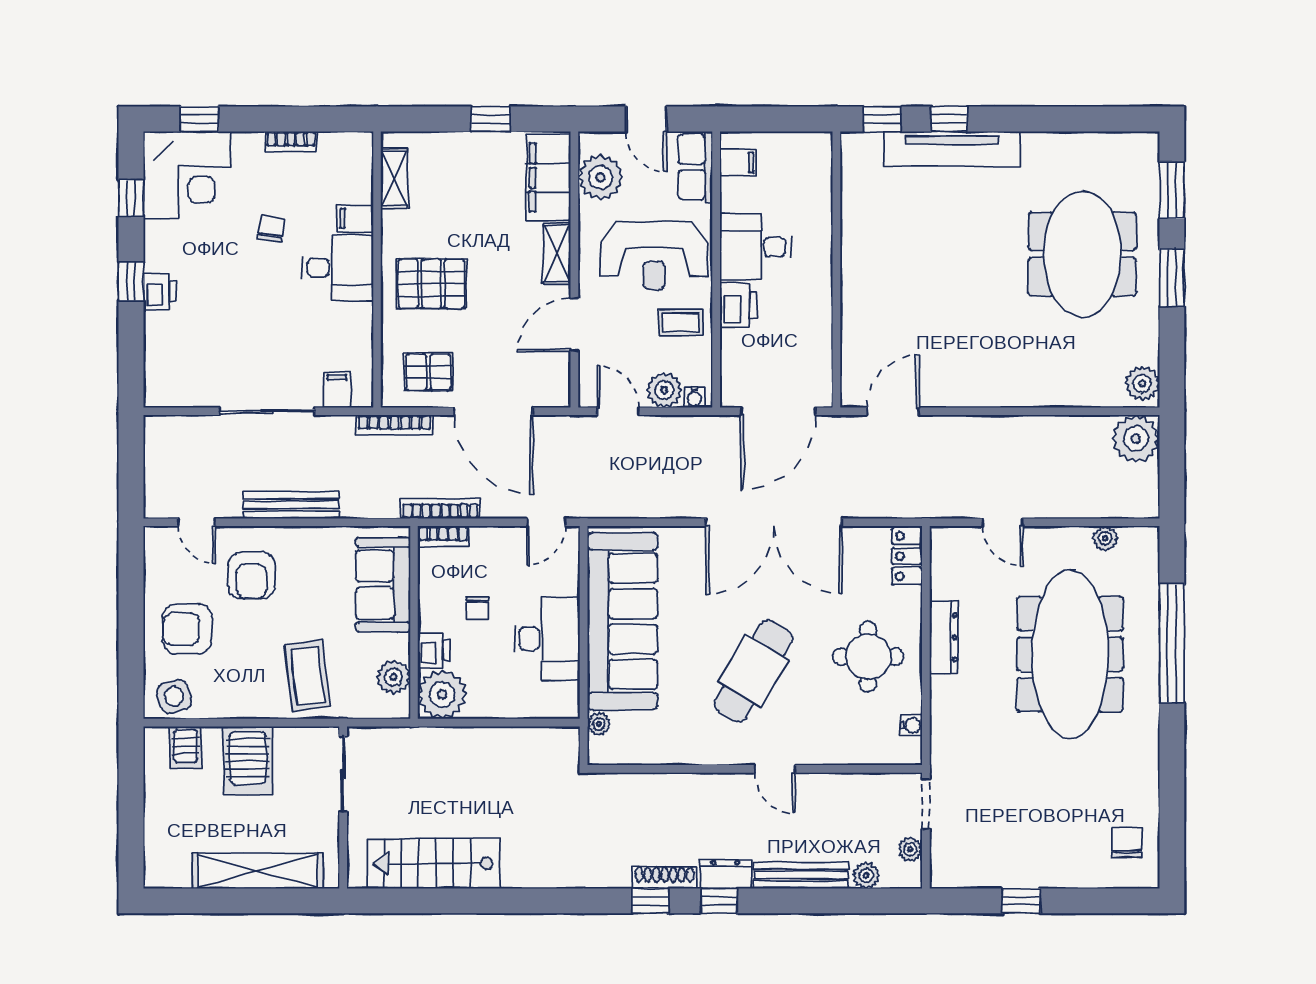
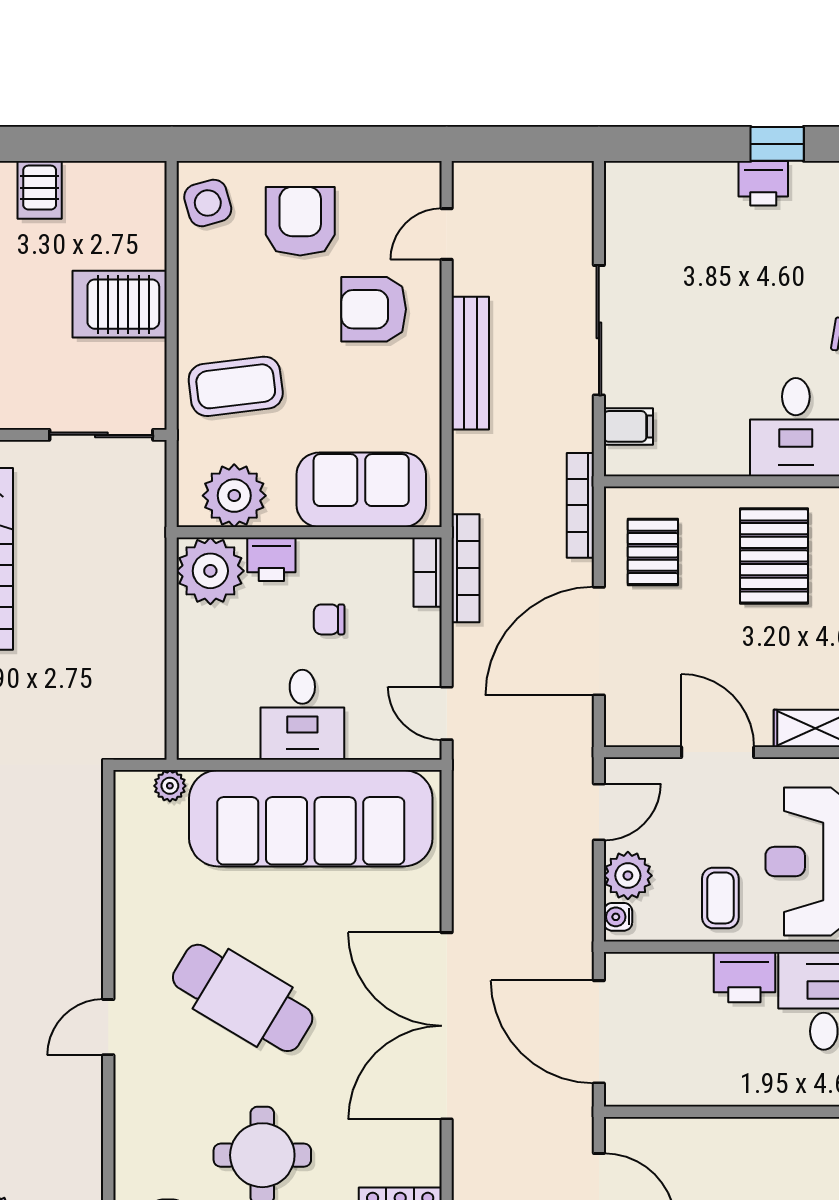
desk: (547, 639) -> (302, 715), width x0.73
plant: (393, 677) -> (234, 496), width x1.36, depth x1.36
server rack: (186, 748) -> (40, 190), moved, turned -90

